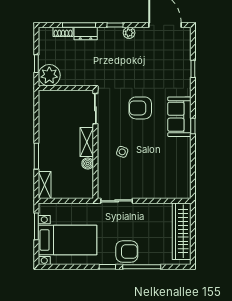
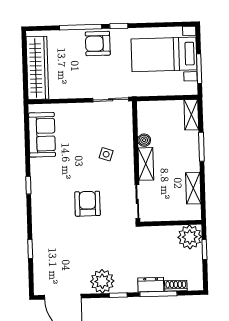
plant: (129, 33) -> (102, 281), width x1.88, depth x1.88
armchair: (140, 108) -> (87, 204), turned -90
sofa: (179, 117) -> (42, 135), moved
shelving: (45, 119) -> (193, 188), added

